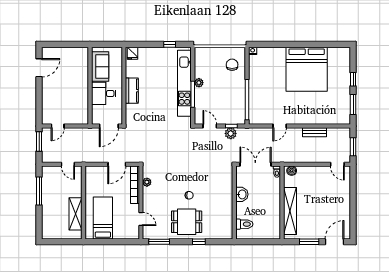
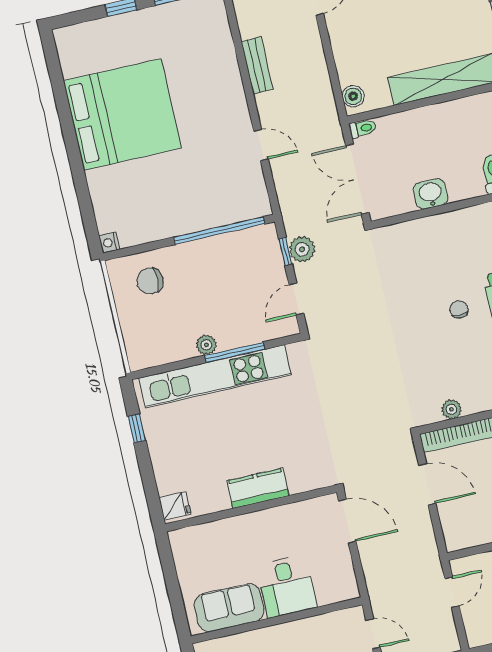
sofa: (100, 67) -> (229, 608), moved
wall: (90, 86) -> (277, 620), moved
desk: (104, 93) -> (287, 586), moved

